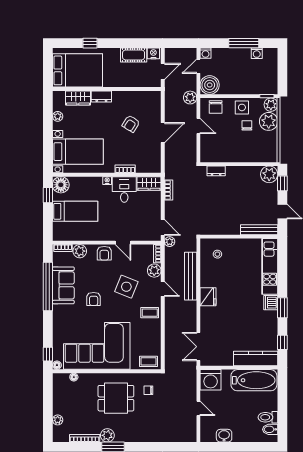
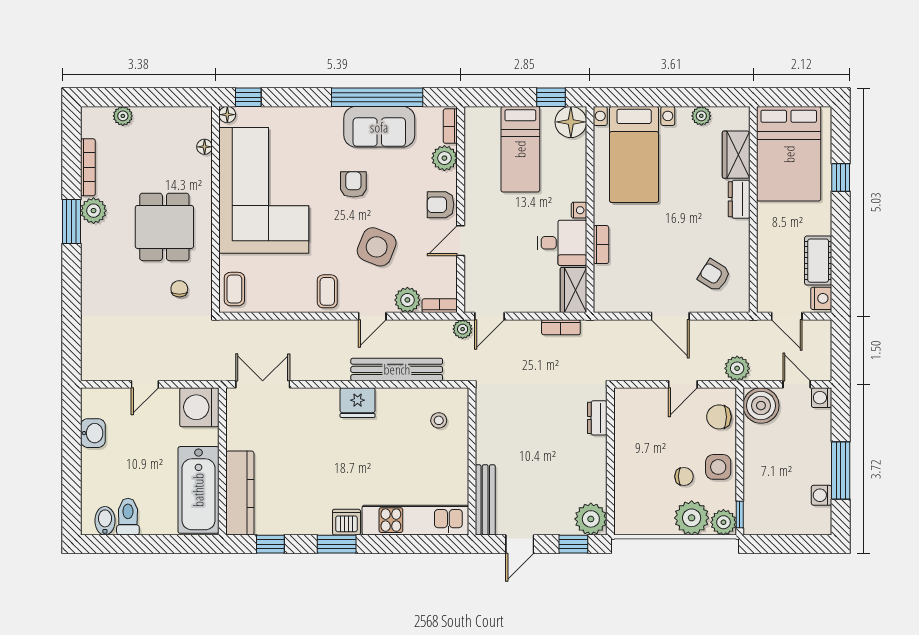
armchair: (131, 124) -> (714, 275), moved
armchair: (94, 299) -> (353, 184), turned 90

